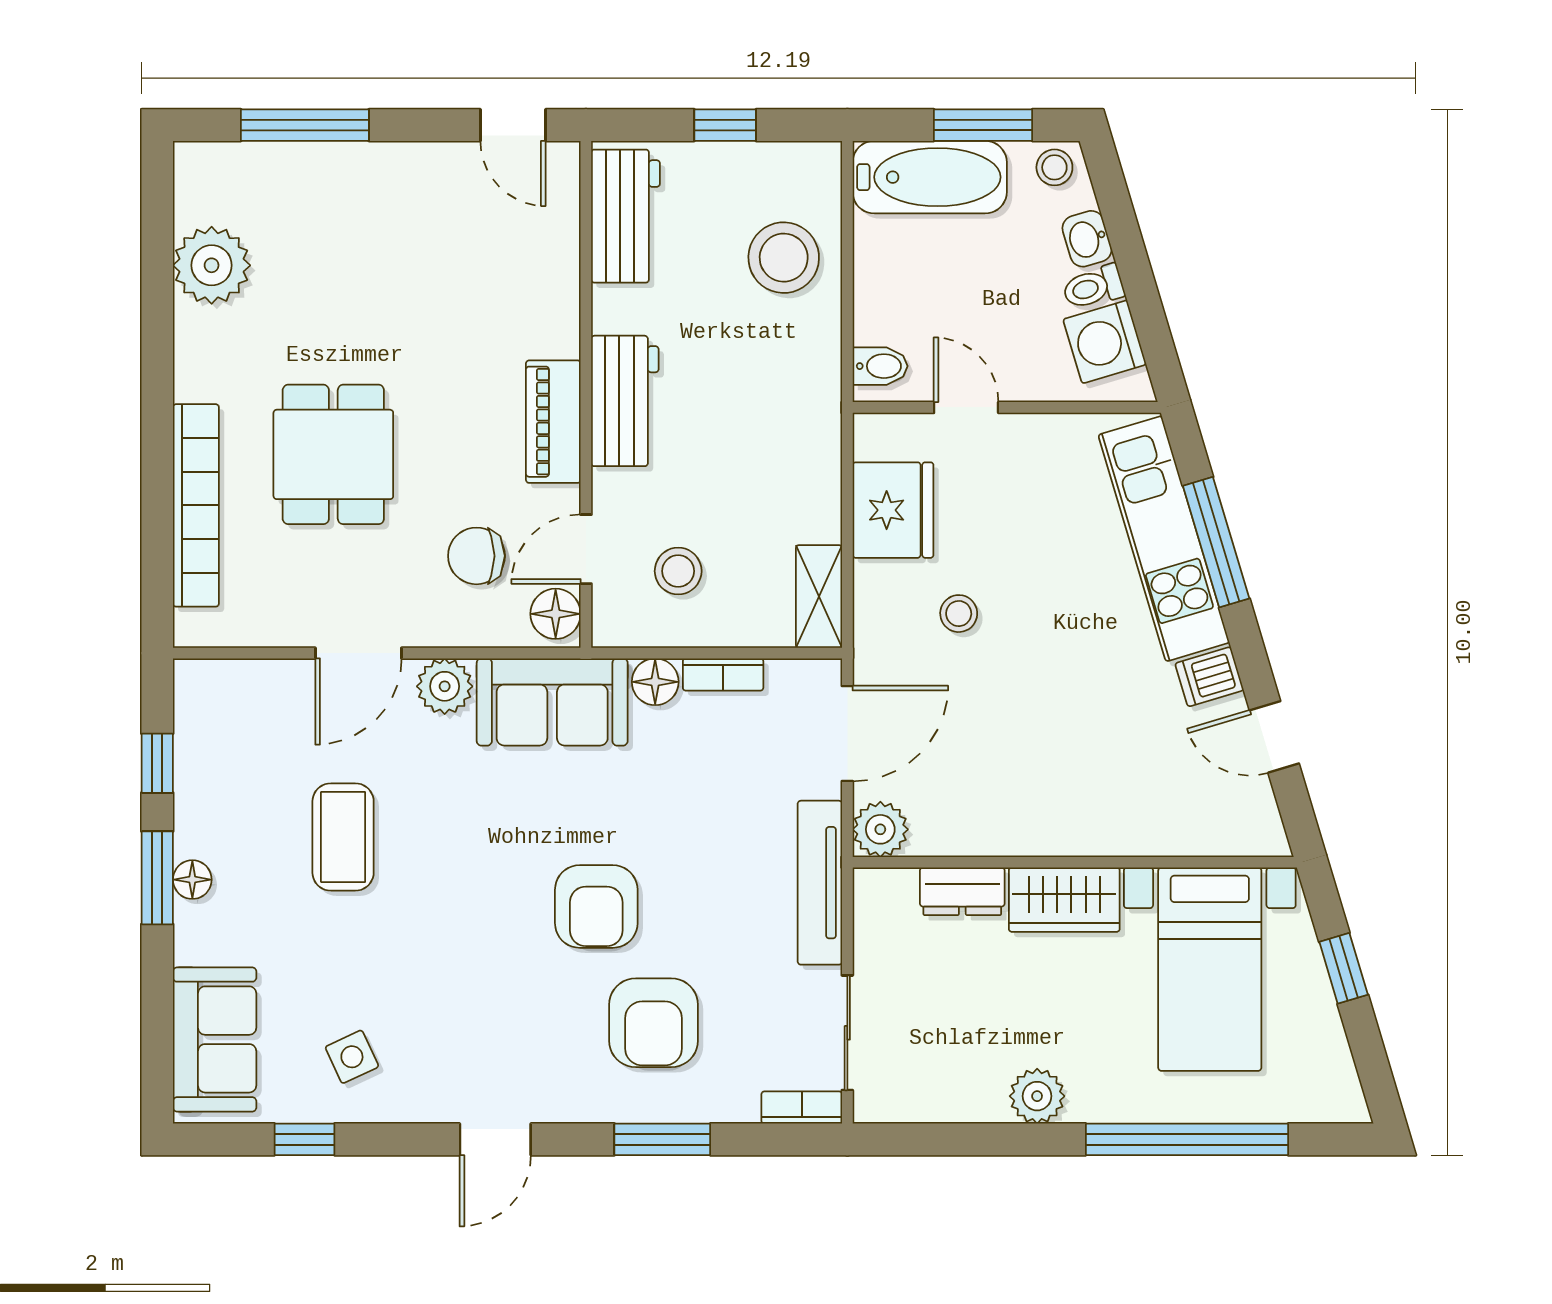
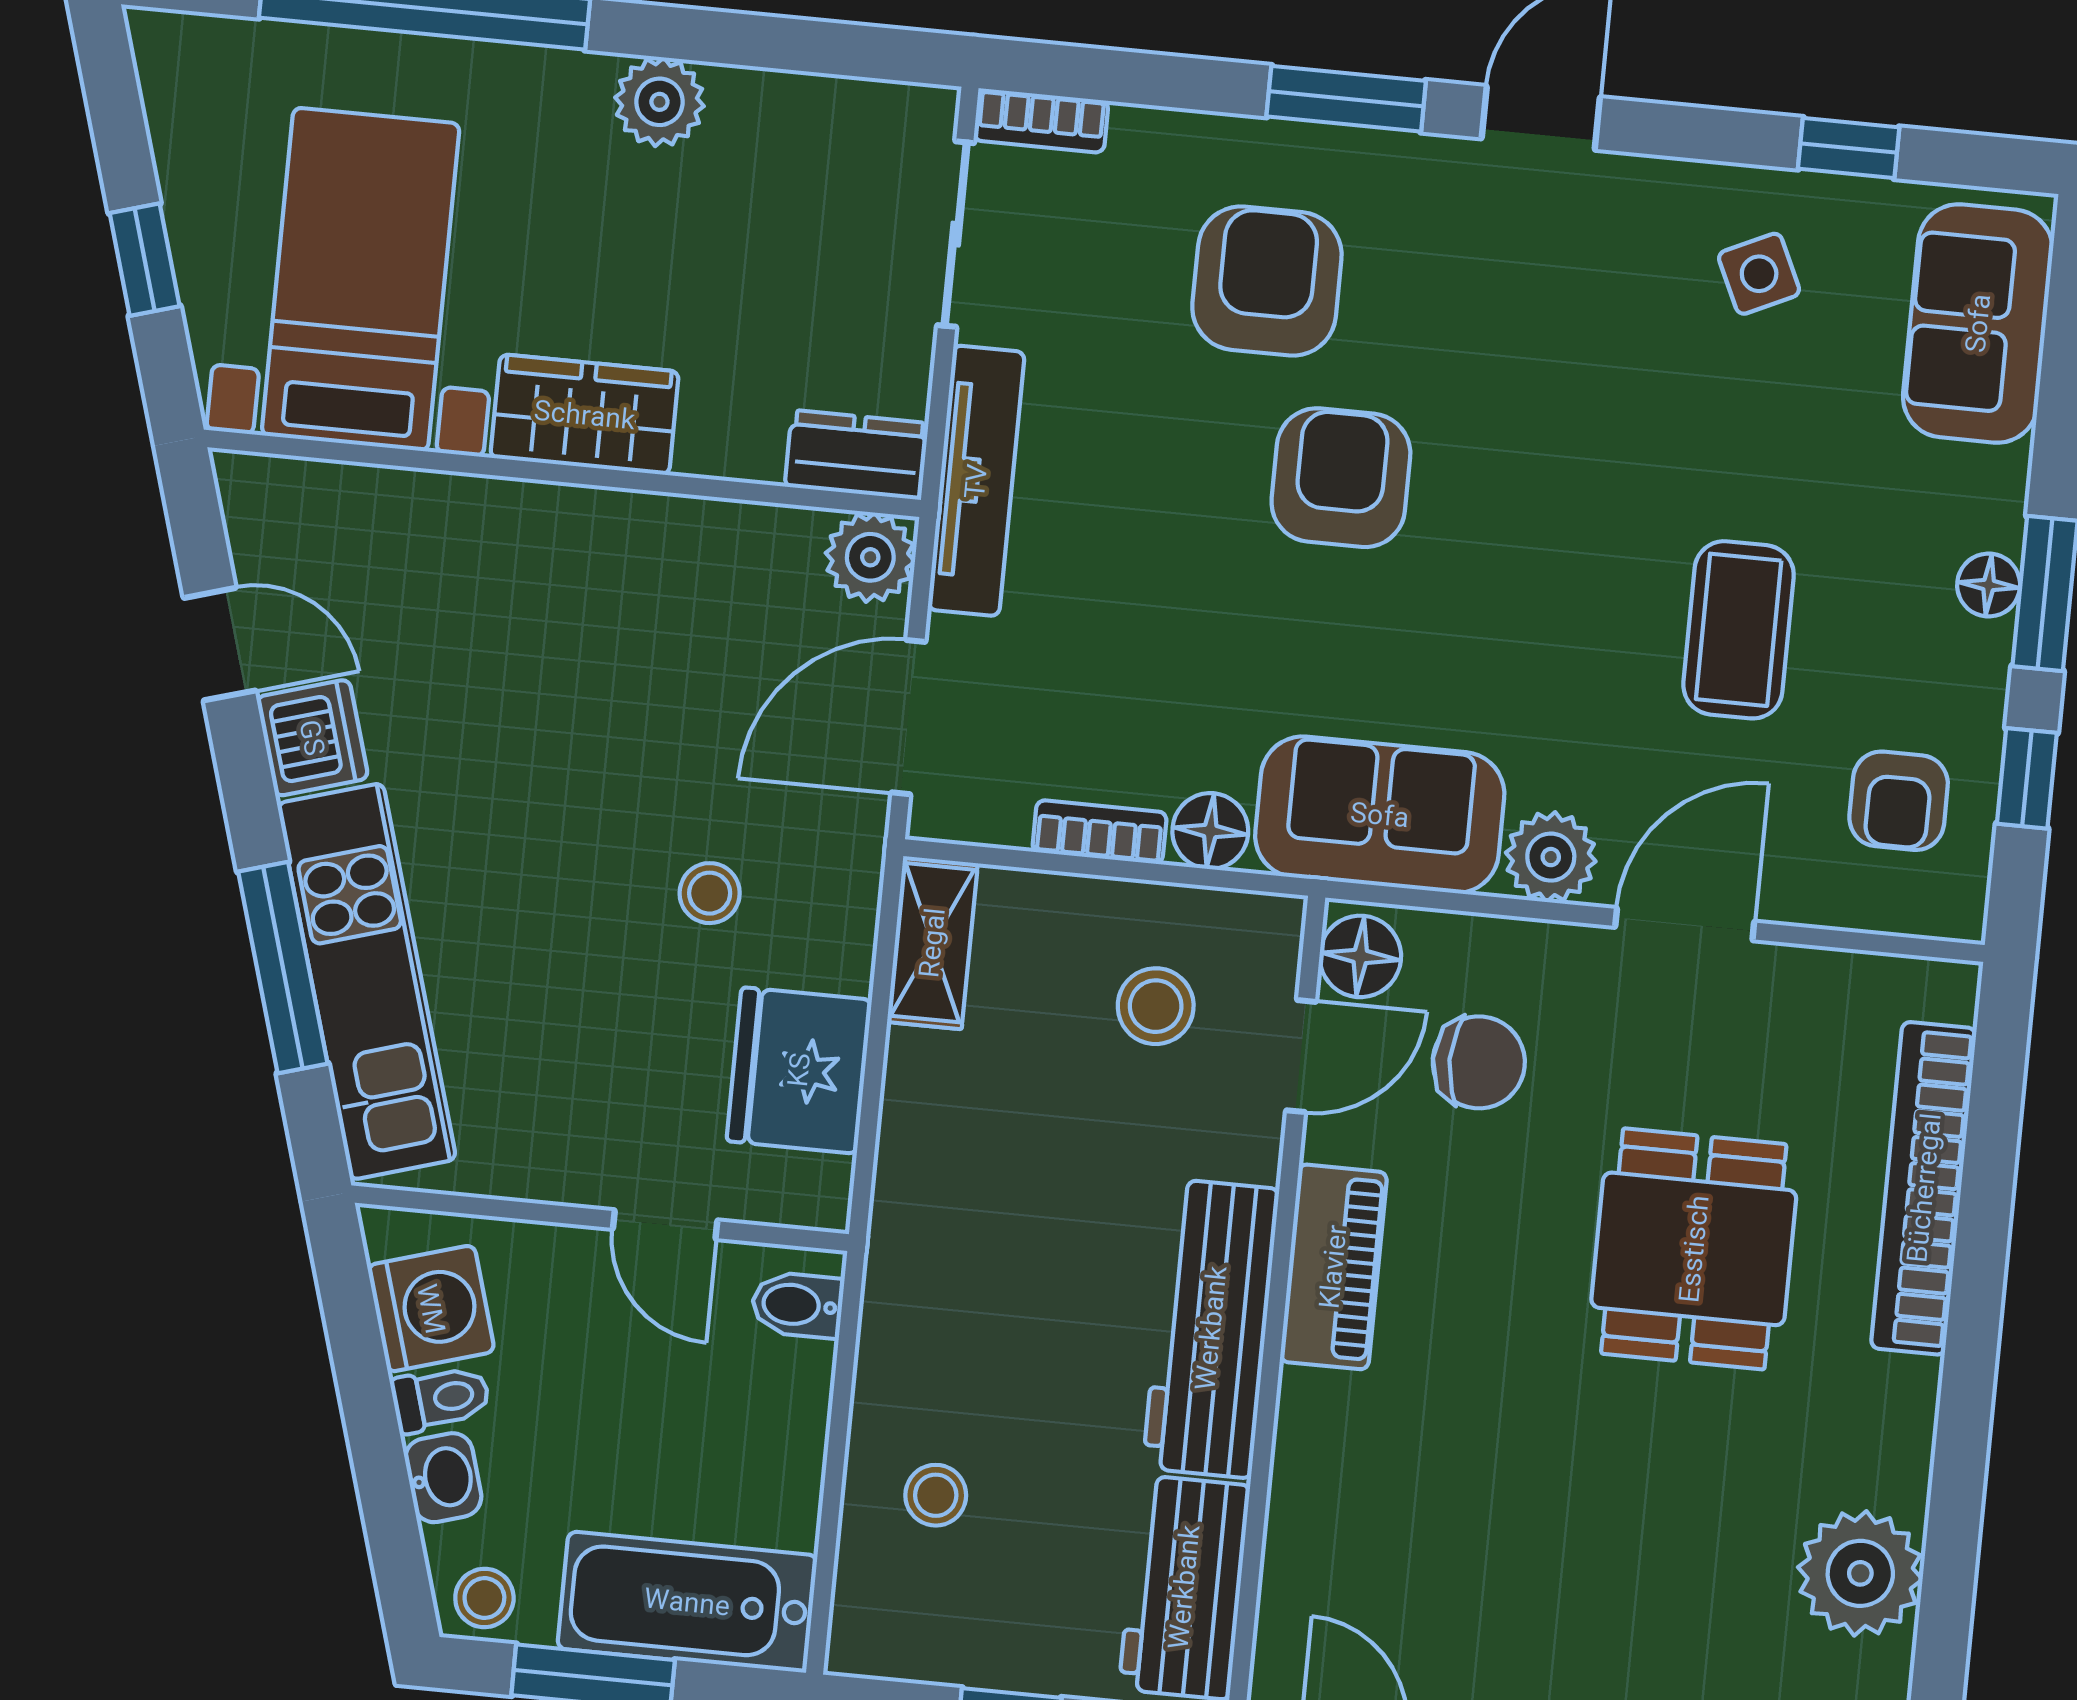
stool: (784, 258) -> (936, 1495), width x0.53, depth x0.53
workbench: (625, 401) -> (1211, 1328), width x1.38
dishwasher: (1209, 677) -> (312, 738), width x1.38
armchair: (235, 742) -> (1899, 801), added
dresser: (962, 891) -> (857, 455), moved
window: (662, 1139) -> (1346, 99), moved

